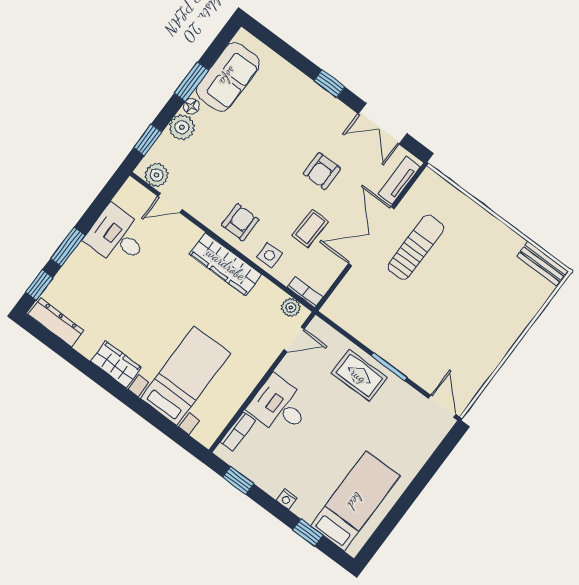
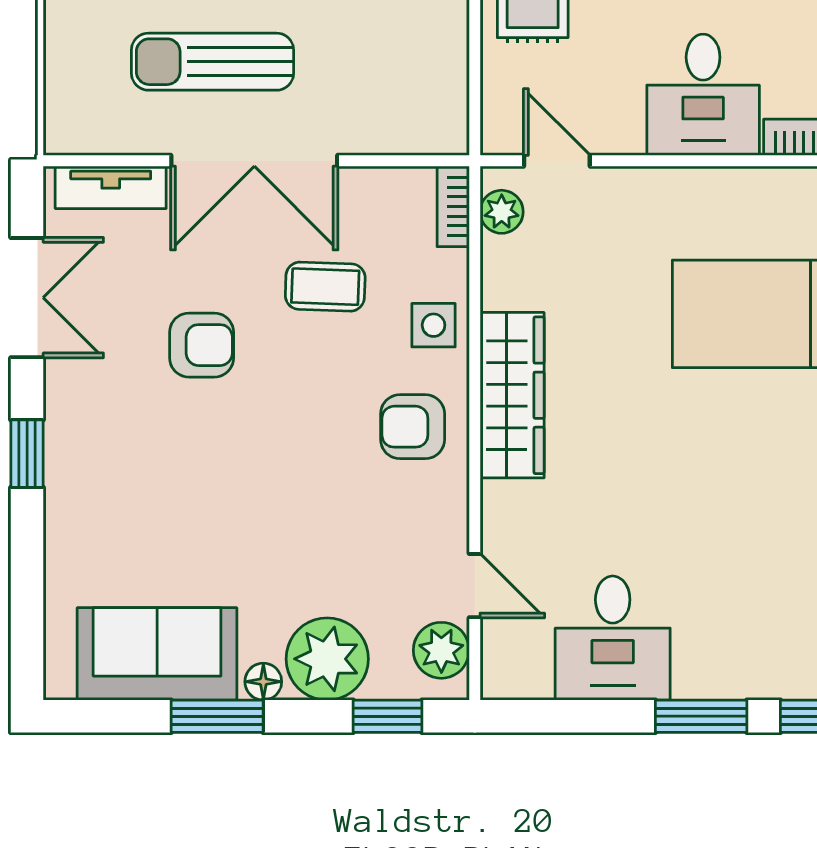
plant: (182, 127) -> (327, 659), width x1.36, depth x1.36

